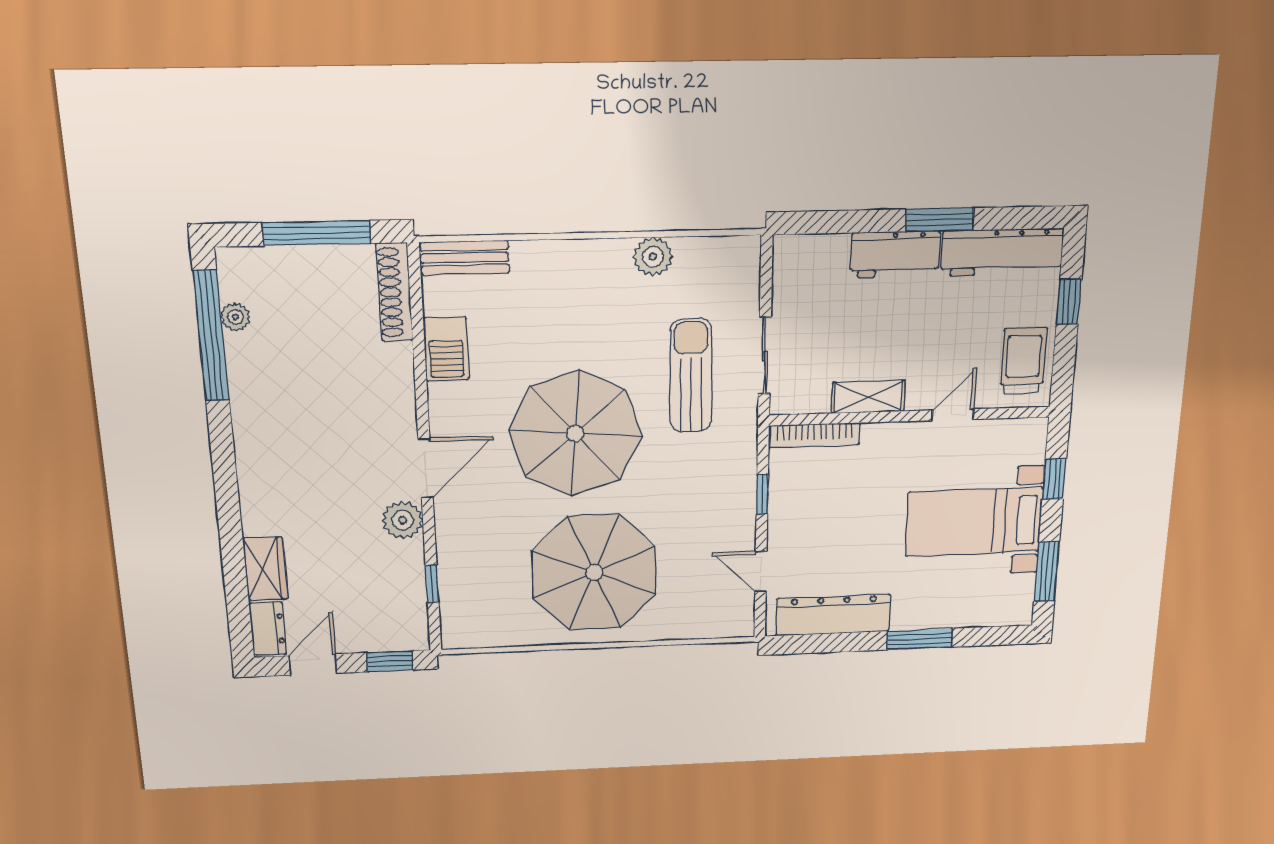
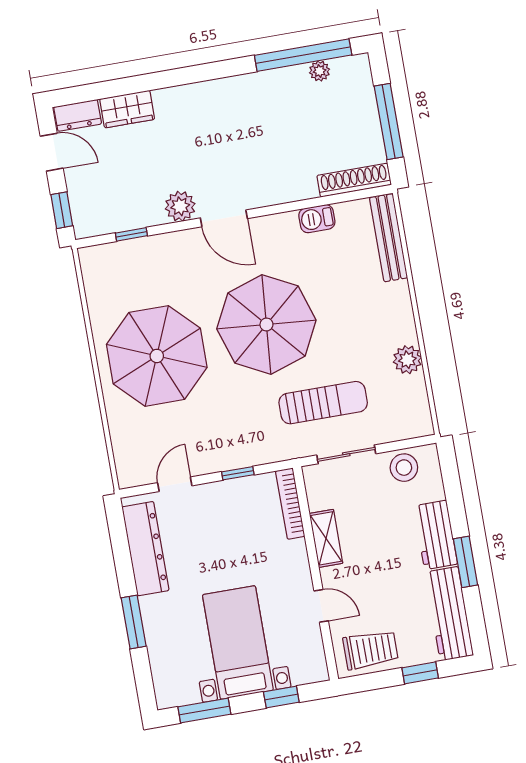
bench: (465, 258) -> (389, 238), width x1.36
stool: (797, 283) -> (404, 468), added
barbecue: (446, 349) -> (317, 219), width x0.73, depth x0.79

